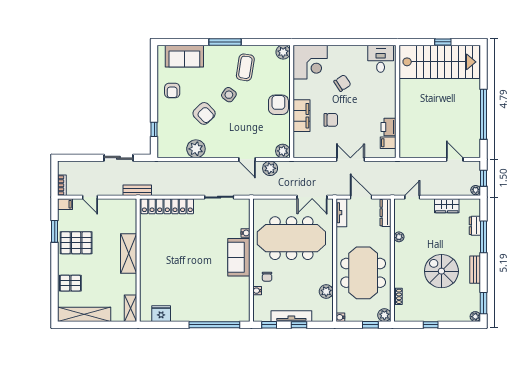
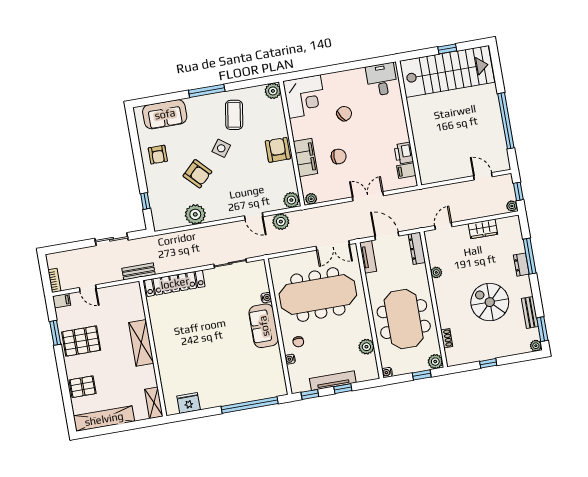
plant: (300, 153) -> (311, 199), added
dresser: (475, 226) -> (521, 265), moved
bench: (475, 270) -> (530, 312), moved

